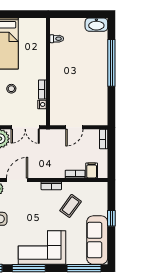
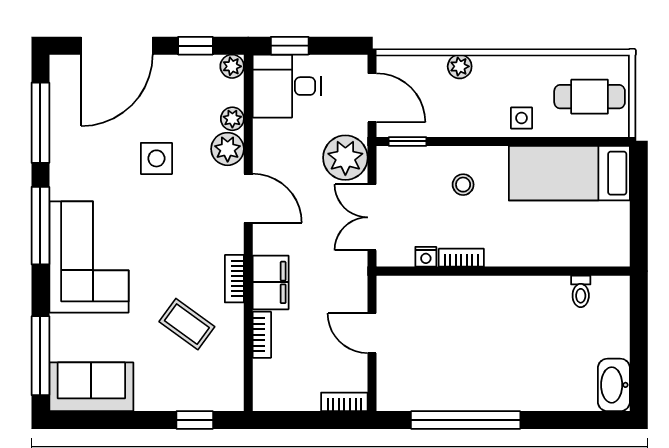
window: (111, 63) -> (466, 420), moved
filing cabinet: (92, 170) -> (271, 282), moved, width x2.00
window: (111, 218) -> (195, 420), moved
sofa: (97, 240) -> (91, 387), width x0.73

